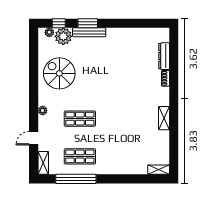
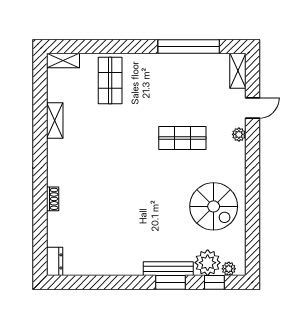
dresser: (164, 56) -> (55, 261), moved, width x0.70
plant: (43, 111) -> (239, 134), moved
shelving: (164, 118) -> (55, 121), moved
shop shelf: (80, 156) -> (110, 81), moved, turned 90

